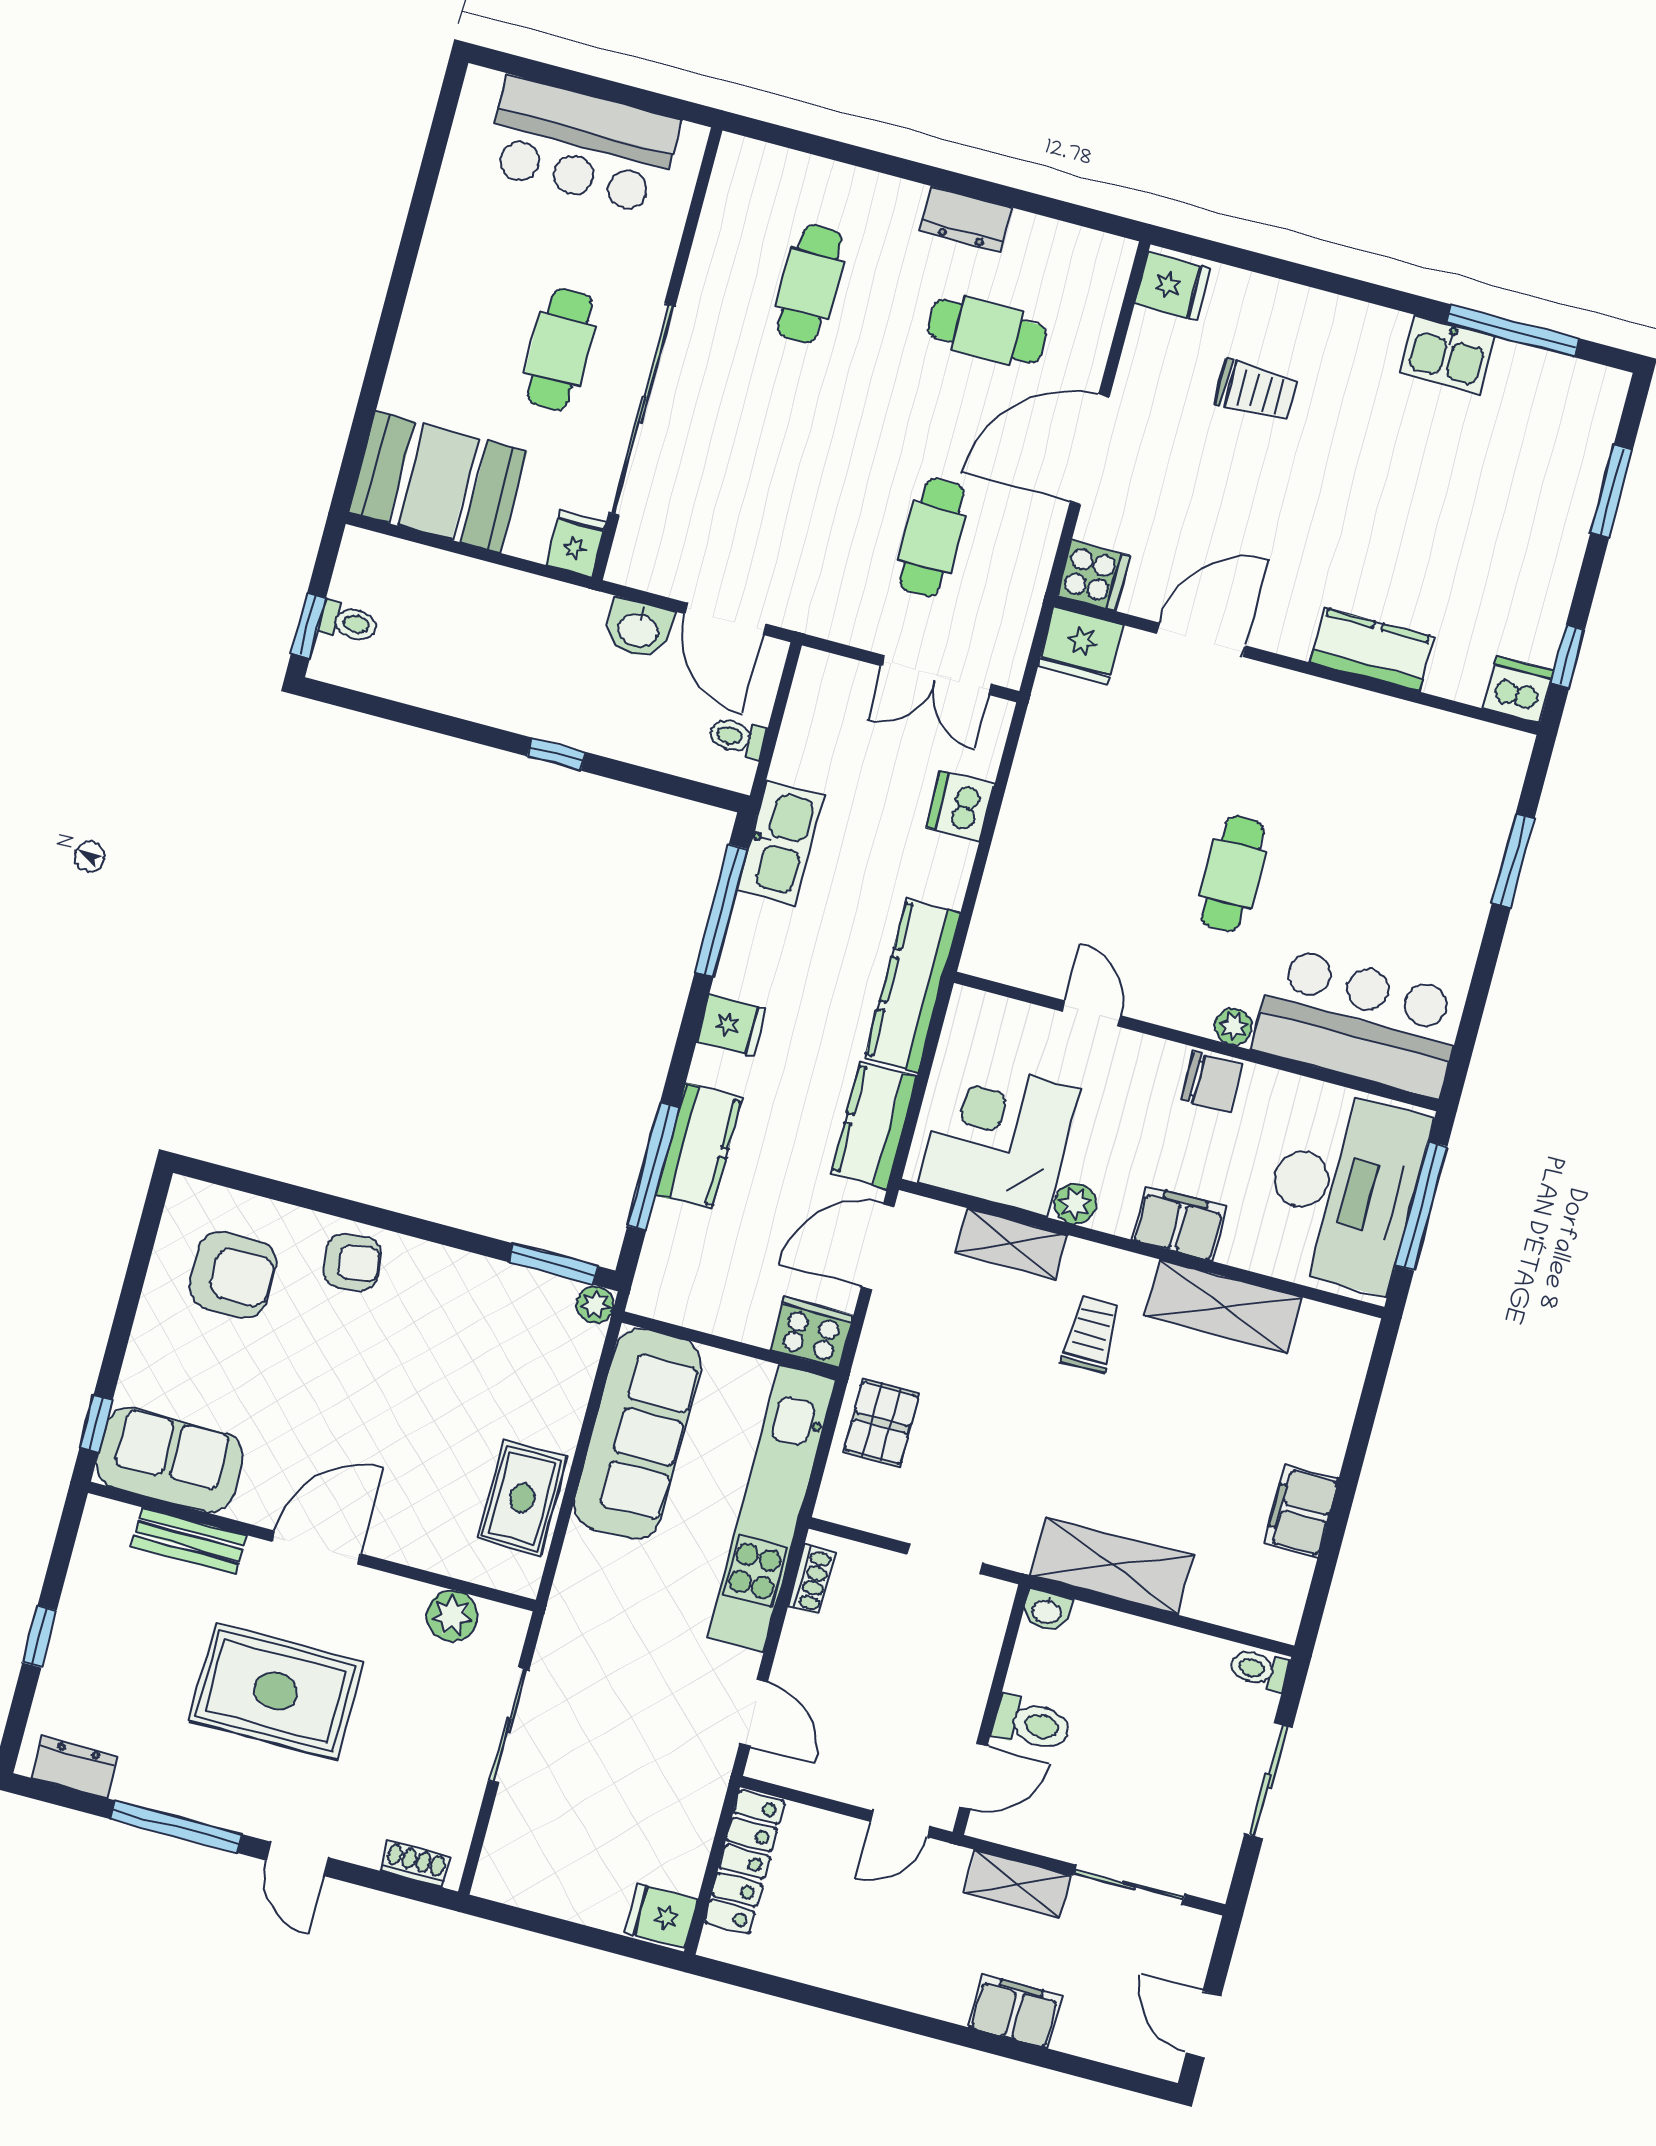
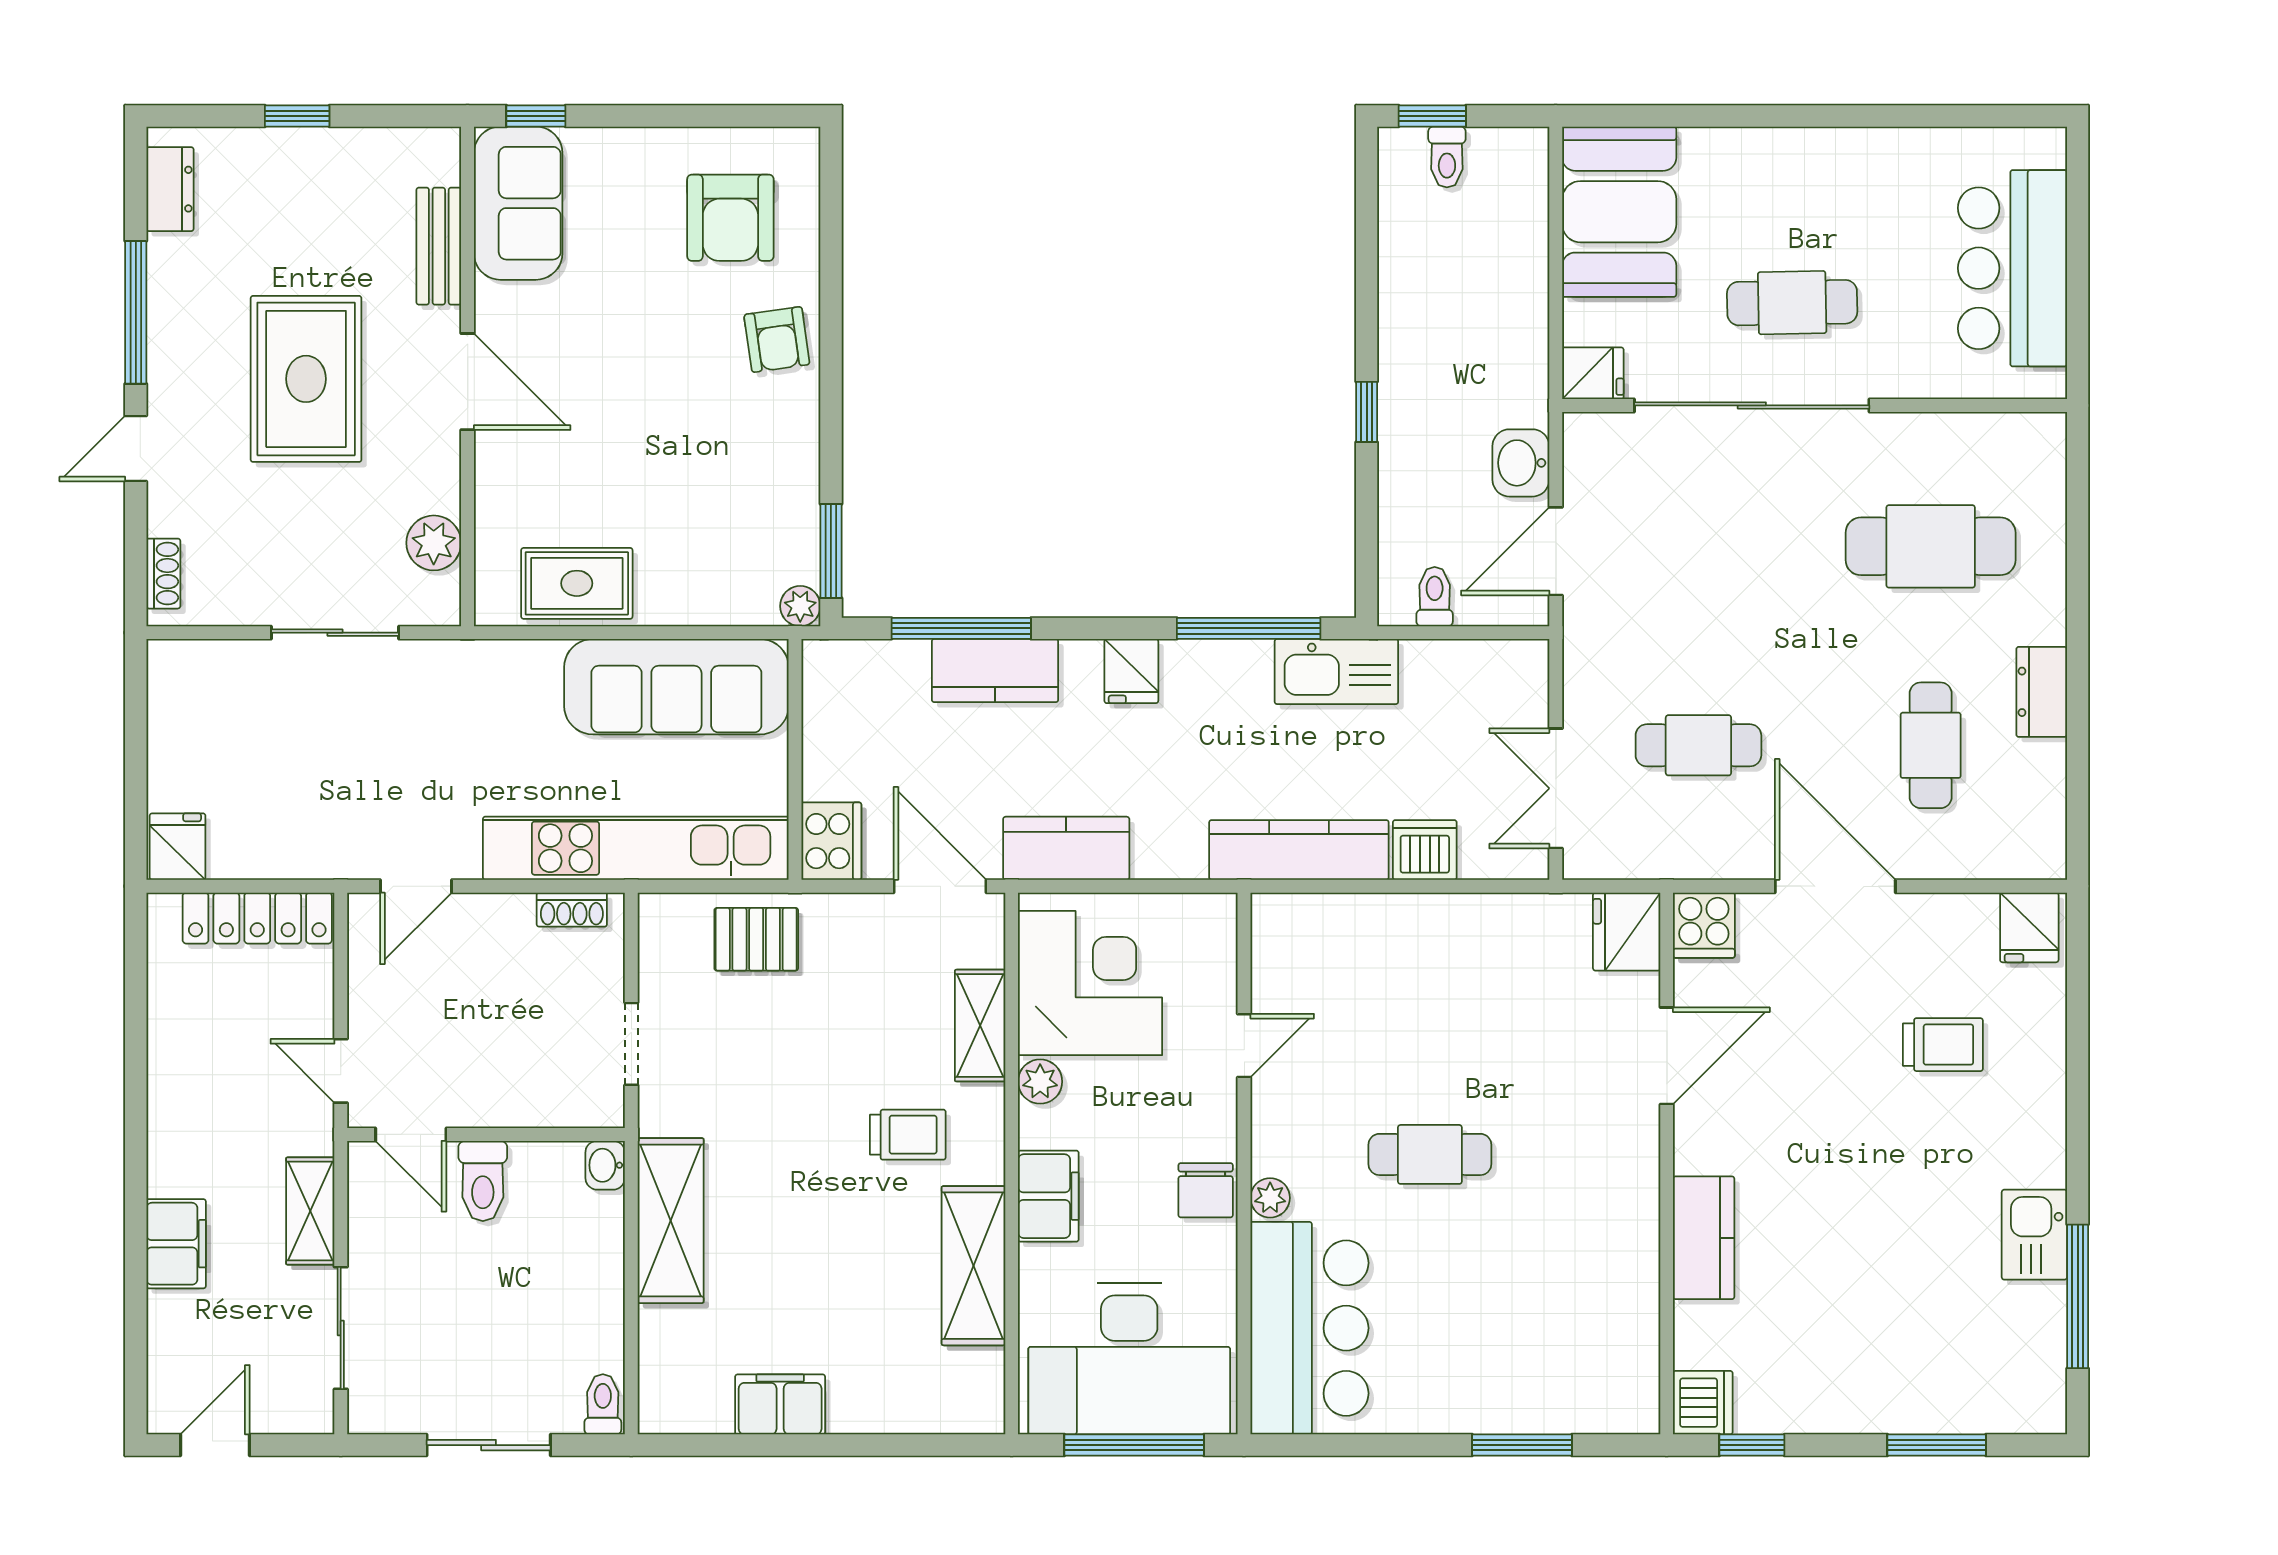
cafe table: (810, 284) -> (1931, 546), width x1.37, depth x1.35
trolley: (1256, 391) -> (1943, 1045), turned -90
door: (1201, 640) -> (1667, 1056), hinge flipped
kitchen counter: (913, 986) -> (1299, 850), moved

